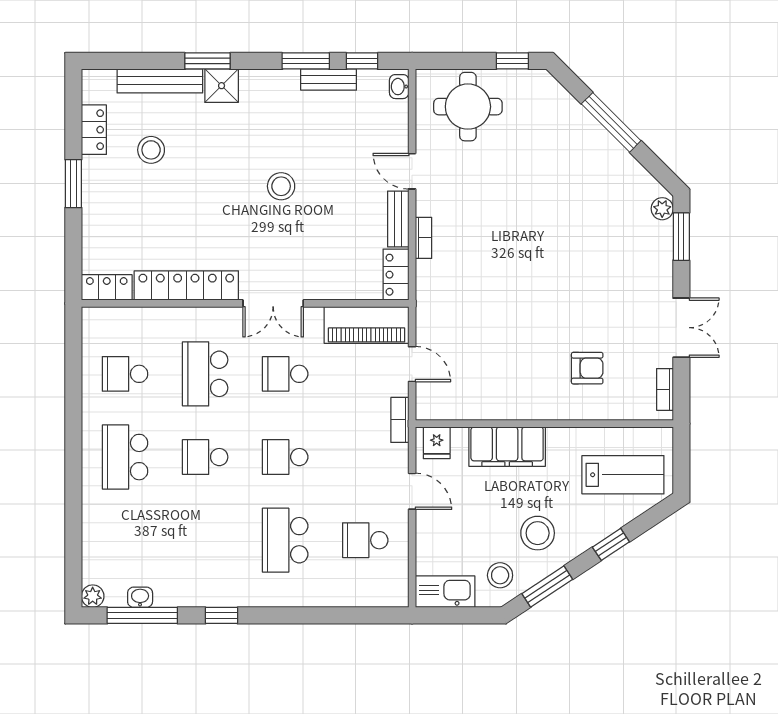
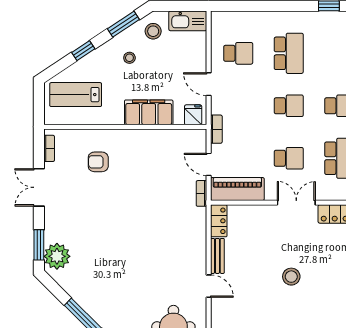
plant: (662, 209) -> (57, 256), width x1.88, depth x1.88
bookcase: (423, 238) -> (201, 193), moved
stool: (538, 533) -> (129, 58), width x0.53, depth x0.53

